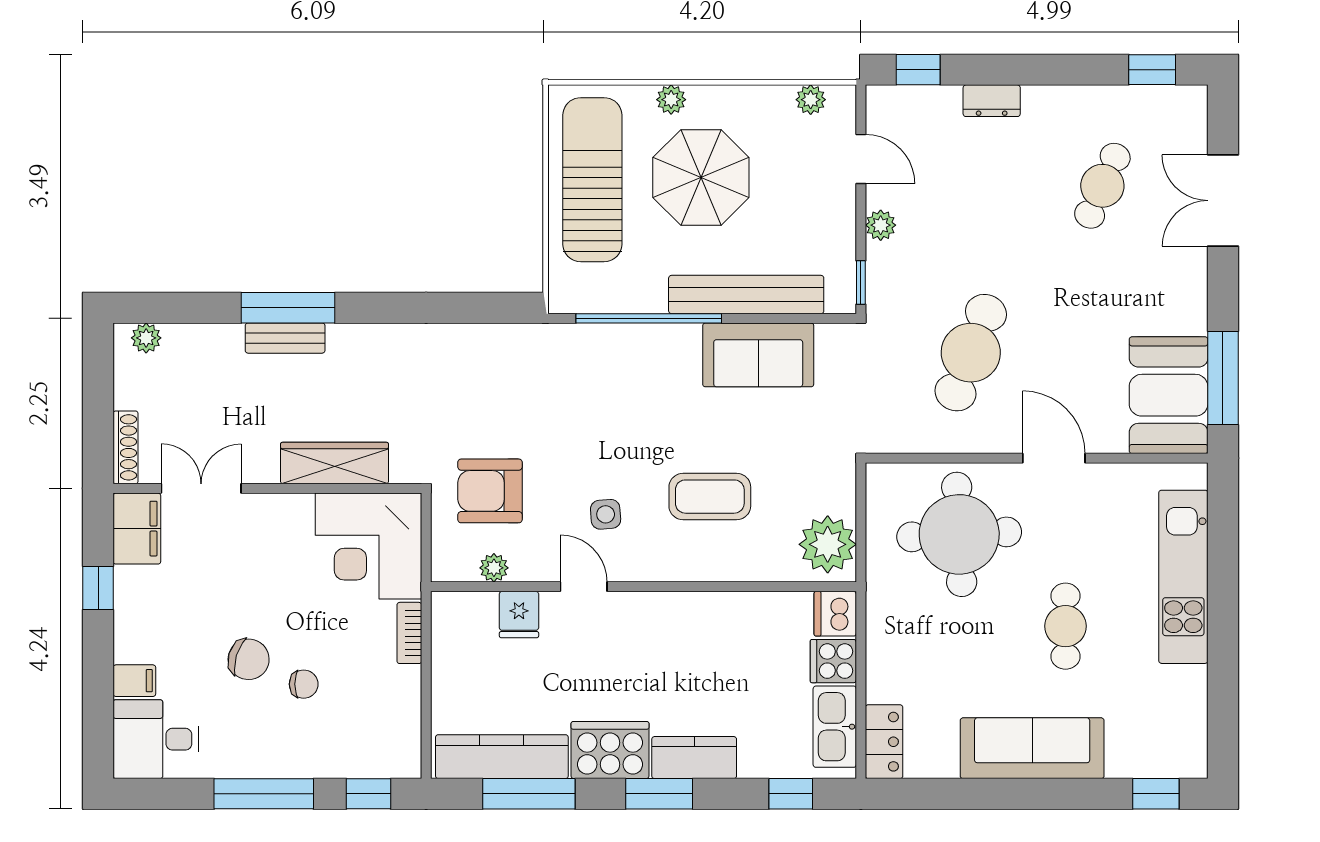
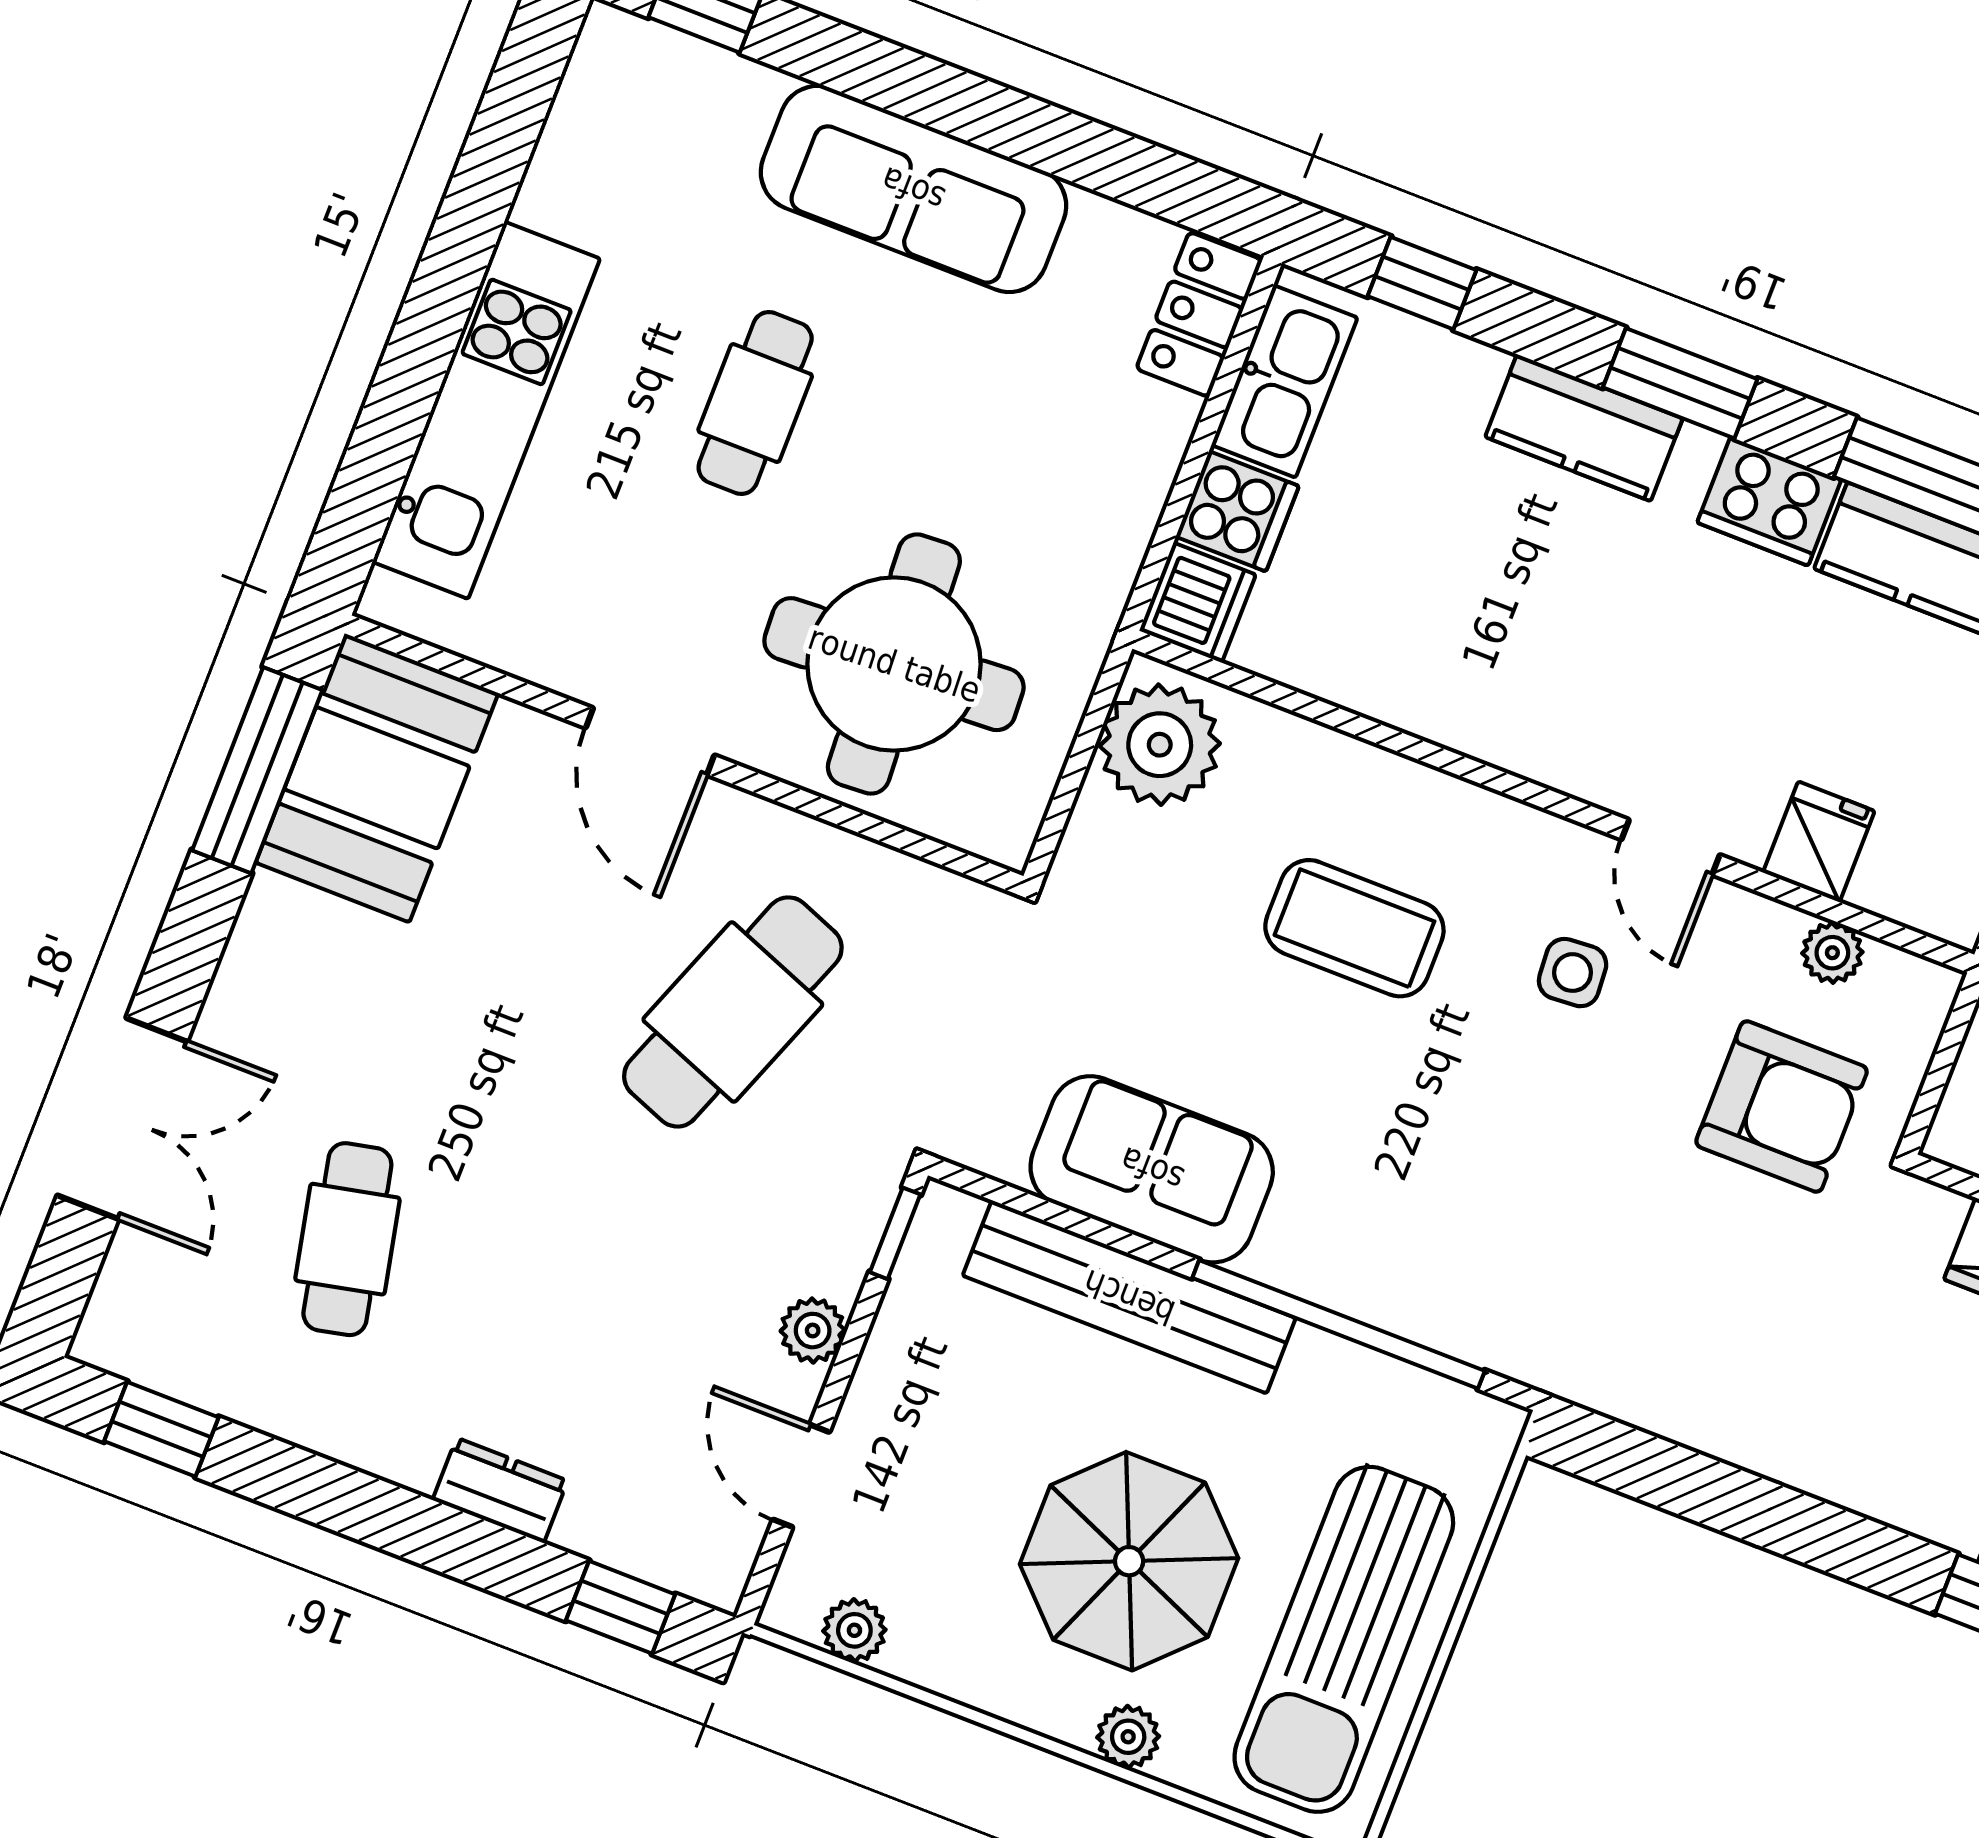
cafe table: (1102, 186) -> (347, 1239), turned -36
cooker: (610, 750) -> (1769, 501), width x0.73, depth x0.76

